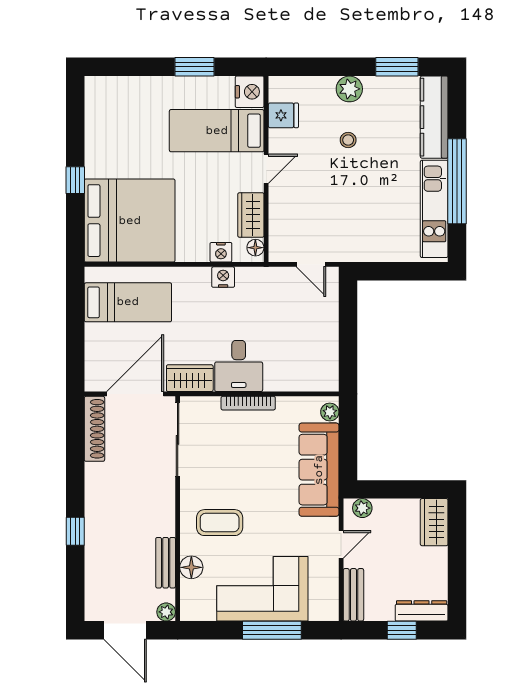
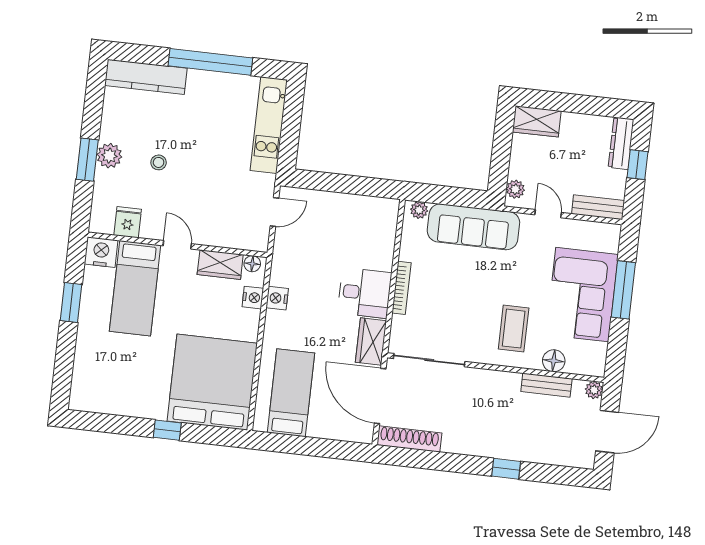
window: (397, 67) -> (87, 160), moved
kitchen unit: (434, 209) -> (269, 125), moved, turned 90

